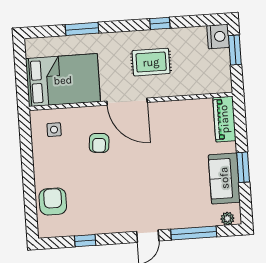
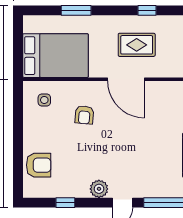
door: (127, 102) -> (126, 79), moved
armchair: (53, 202) -> (39, 165), turned 90
plant: (121, 223) -> (99, 189), added

